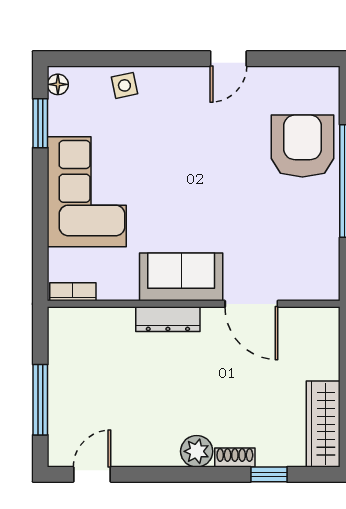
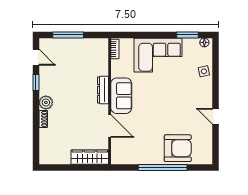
door: (251, 304) -> (110, 126), swing flipped
wardrobe: (323, 424) -> (90, 157), moved
window: (269, 474) -> (36, 83), moved

